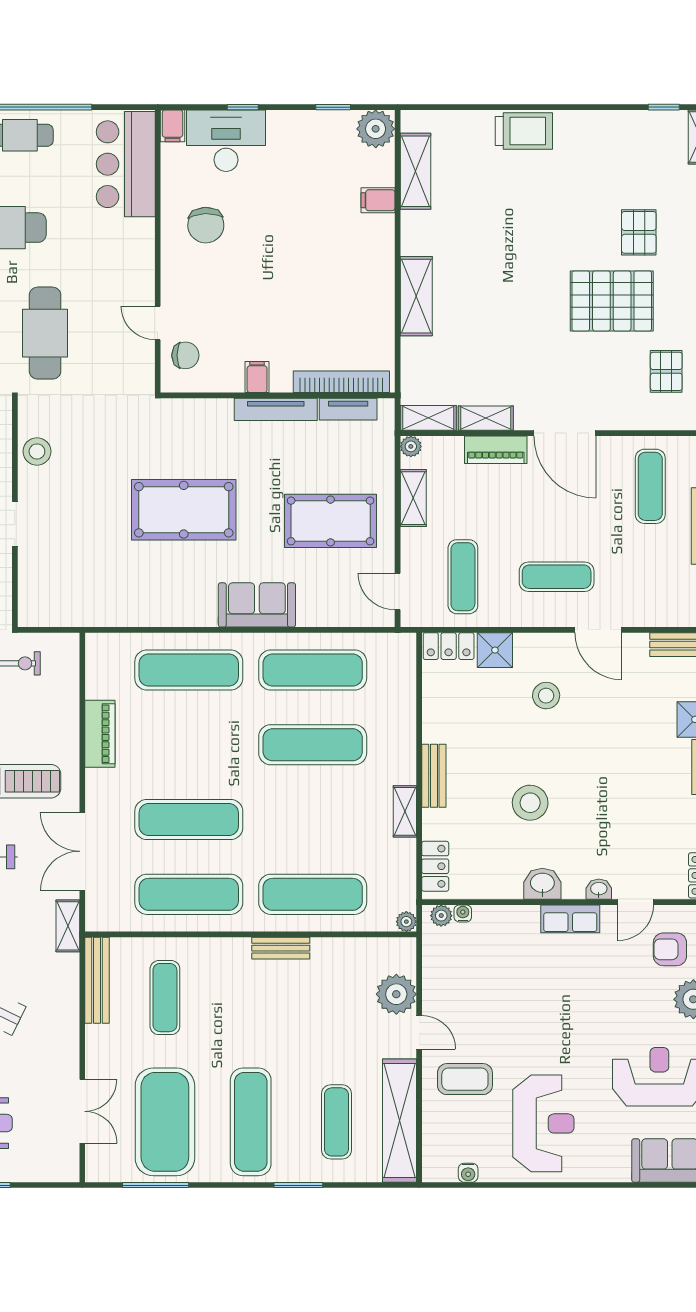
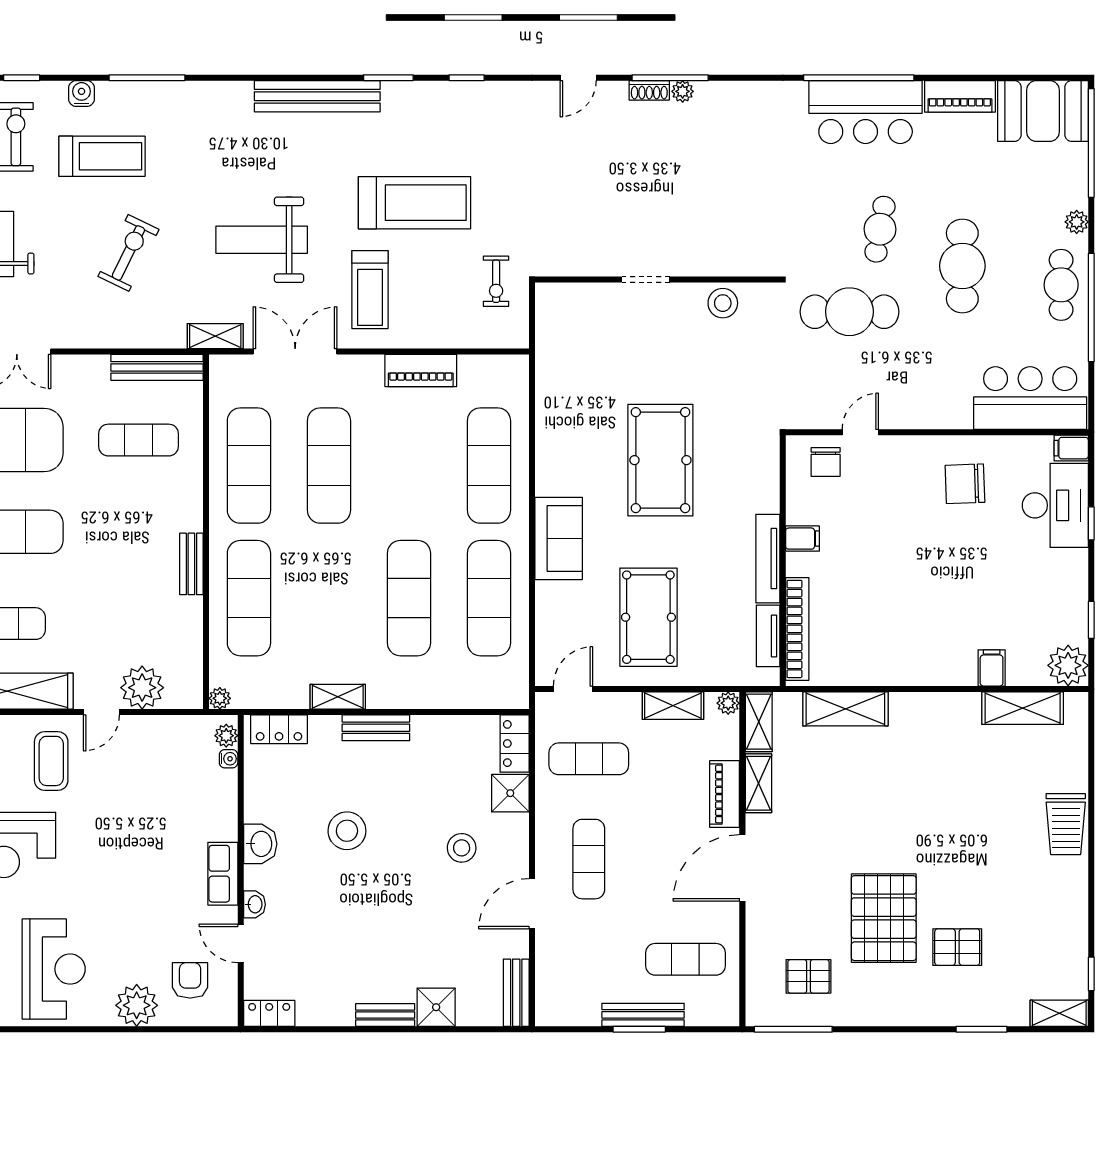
shelving: (416, 296) -> (845, 709), moved

